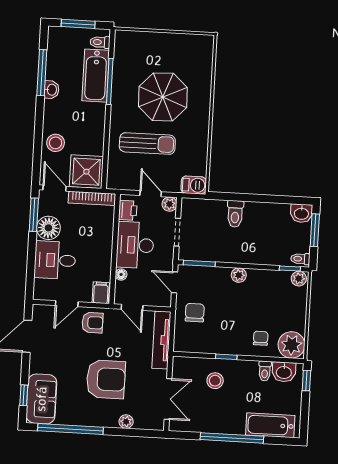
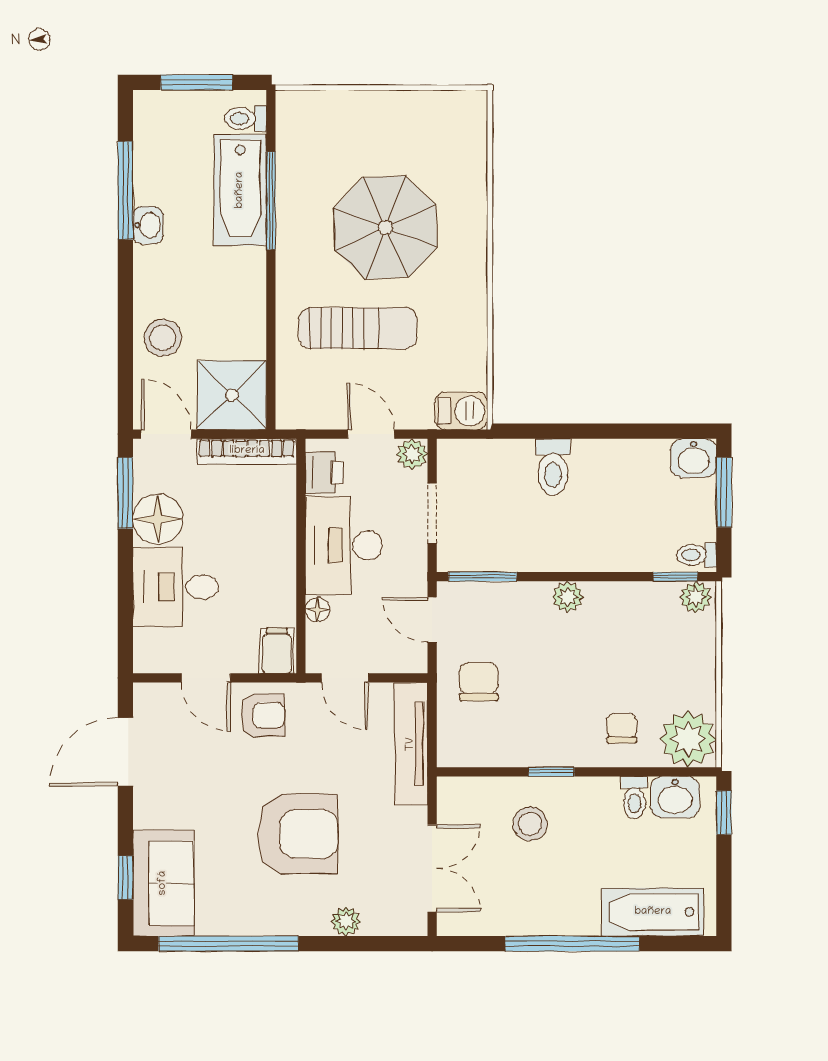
door: (67, 304) -> (206, 678), hinge flipped

